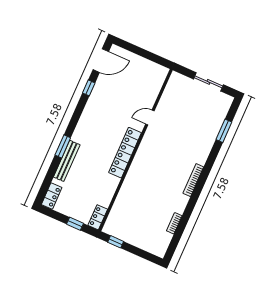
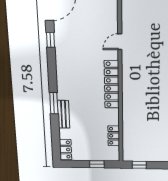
bench: (67, 161) -> (64, 114), width x0.73
locker: (98, 217) -> (114, 136), moved

